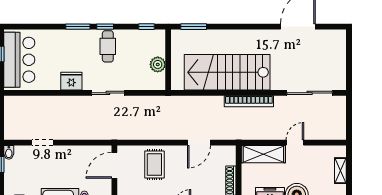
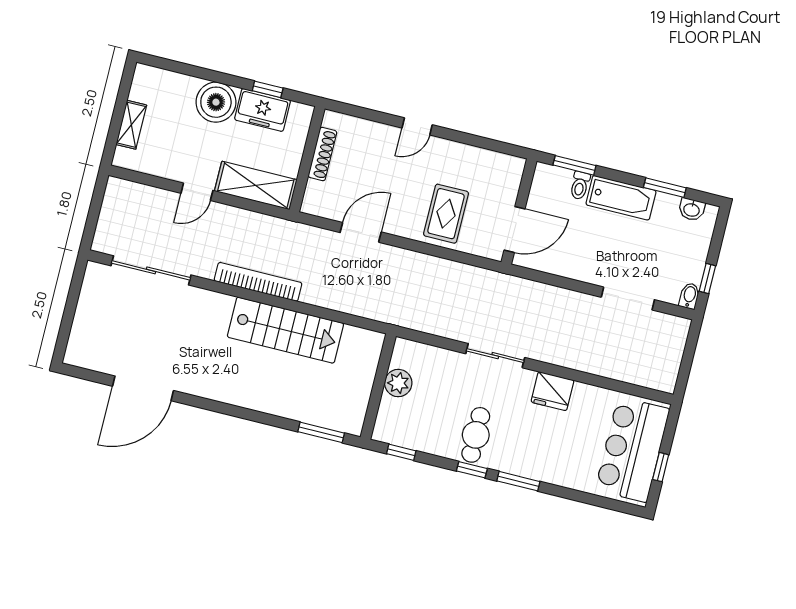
stairs: (227, 72) -> (285, 330), width x0.73, depth x0.66
doorway: (42, 143) -> (628, 298), width x1.38

